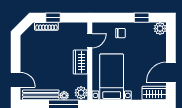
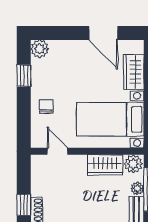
wardrobe: (80, 62) -> (105, 165), moved
wardrobe: (154, 93) -> (134, 72), moved

